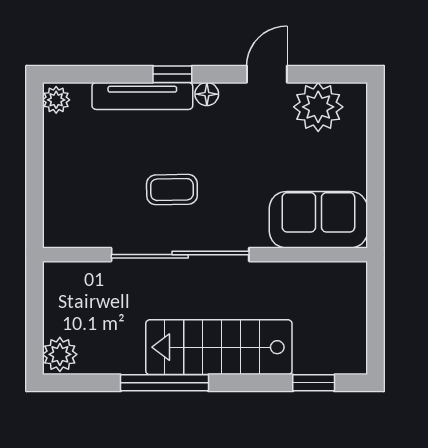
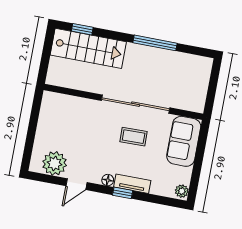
tv unit: (142, 96) -> (132, 184), width x0.71
sofa: (318, 220) -> (184, 141), moved, turned 90
stairs: (219, 347) -> (88, 48), moved
plant: (60, 354) -> (203, 66), removed

